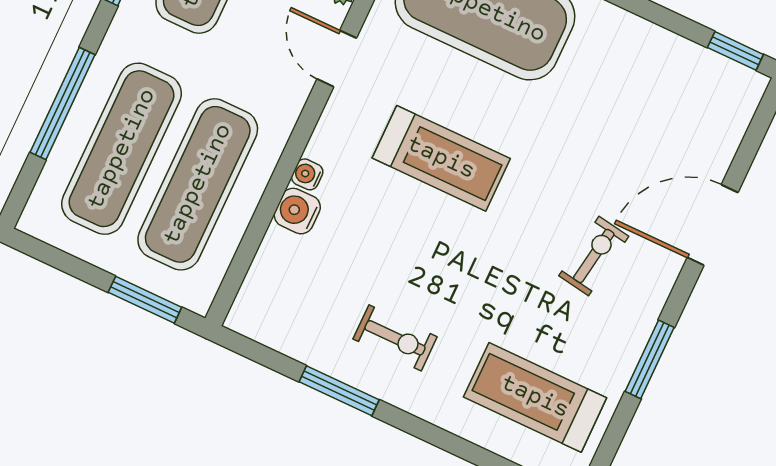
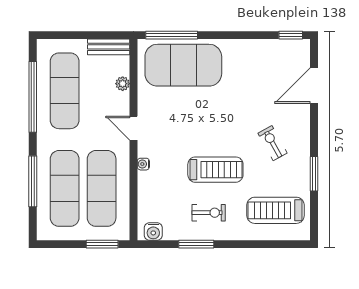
door: (337, 59) -> (133, 128), moved
treadmill: (441, 158) -> (215, 170), moved
water cooler: (297, 211) -> (153, 231), moved, turned -90
door: (713, 225) -> (314, 86), moved
exercise bike: (594, 256) -> (273, 143), turned -38

